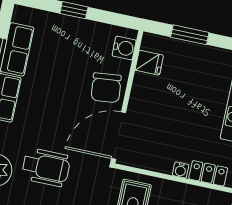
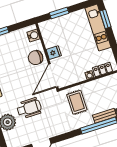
fridge: (149, 63) -> (54, 53), moved
chair: (106, 88) -> (36, 58), turned 96

